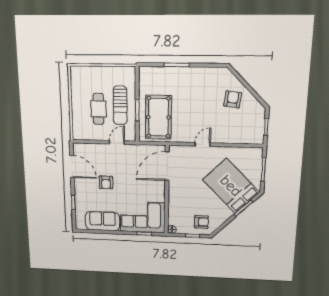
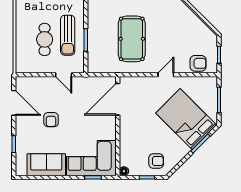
armchair: (233, 99) -> (198, 63), moved, turned 83
pool table: (158, 117) -> (132, 39), moved
door: (117, 142) -> (64, 75), swing flipped
door: (203, 144) -> (166, 75), moved

